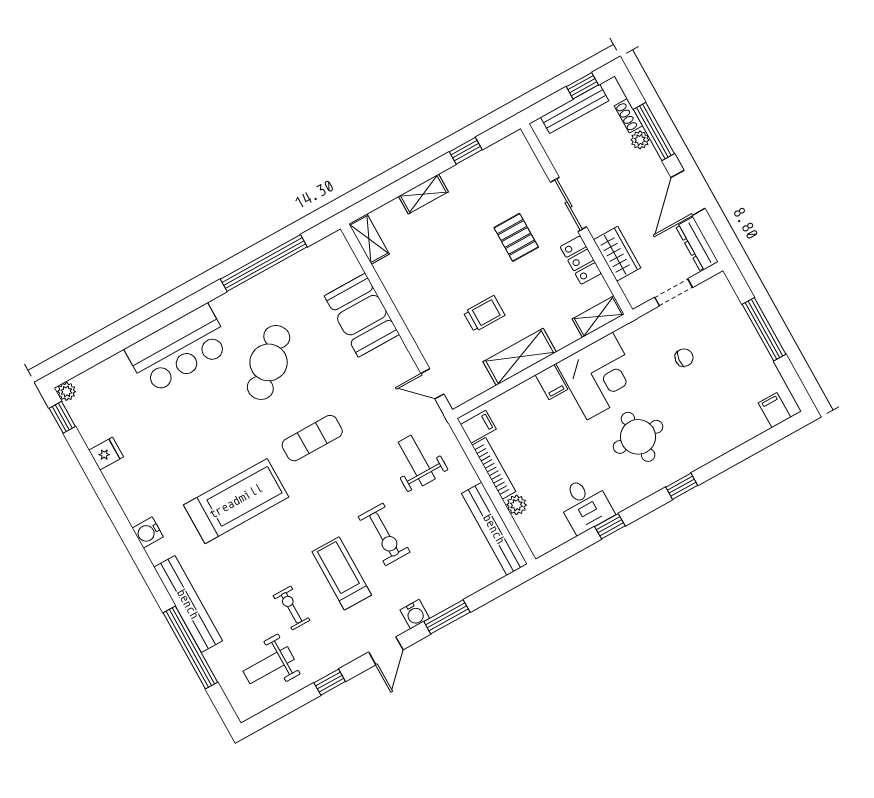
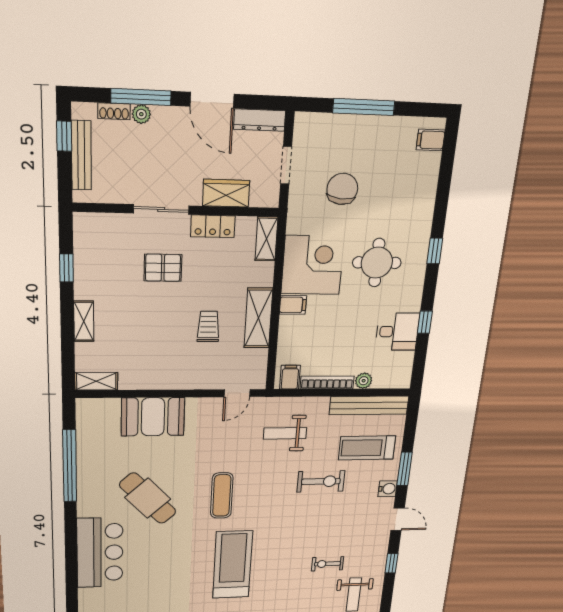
chair: (684, 358) -> (342, 189), width x1.87, depth x1.87
treadmill: (342, 573) -> (367, 448), moved

